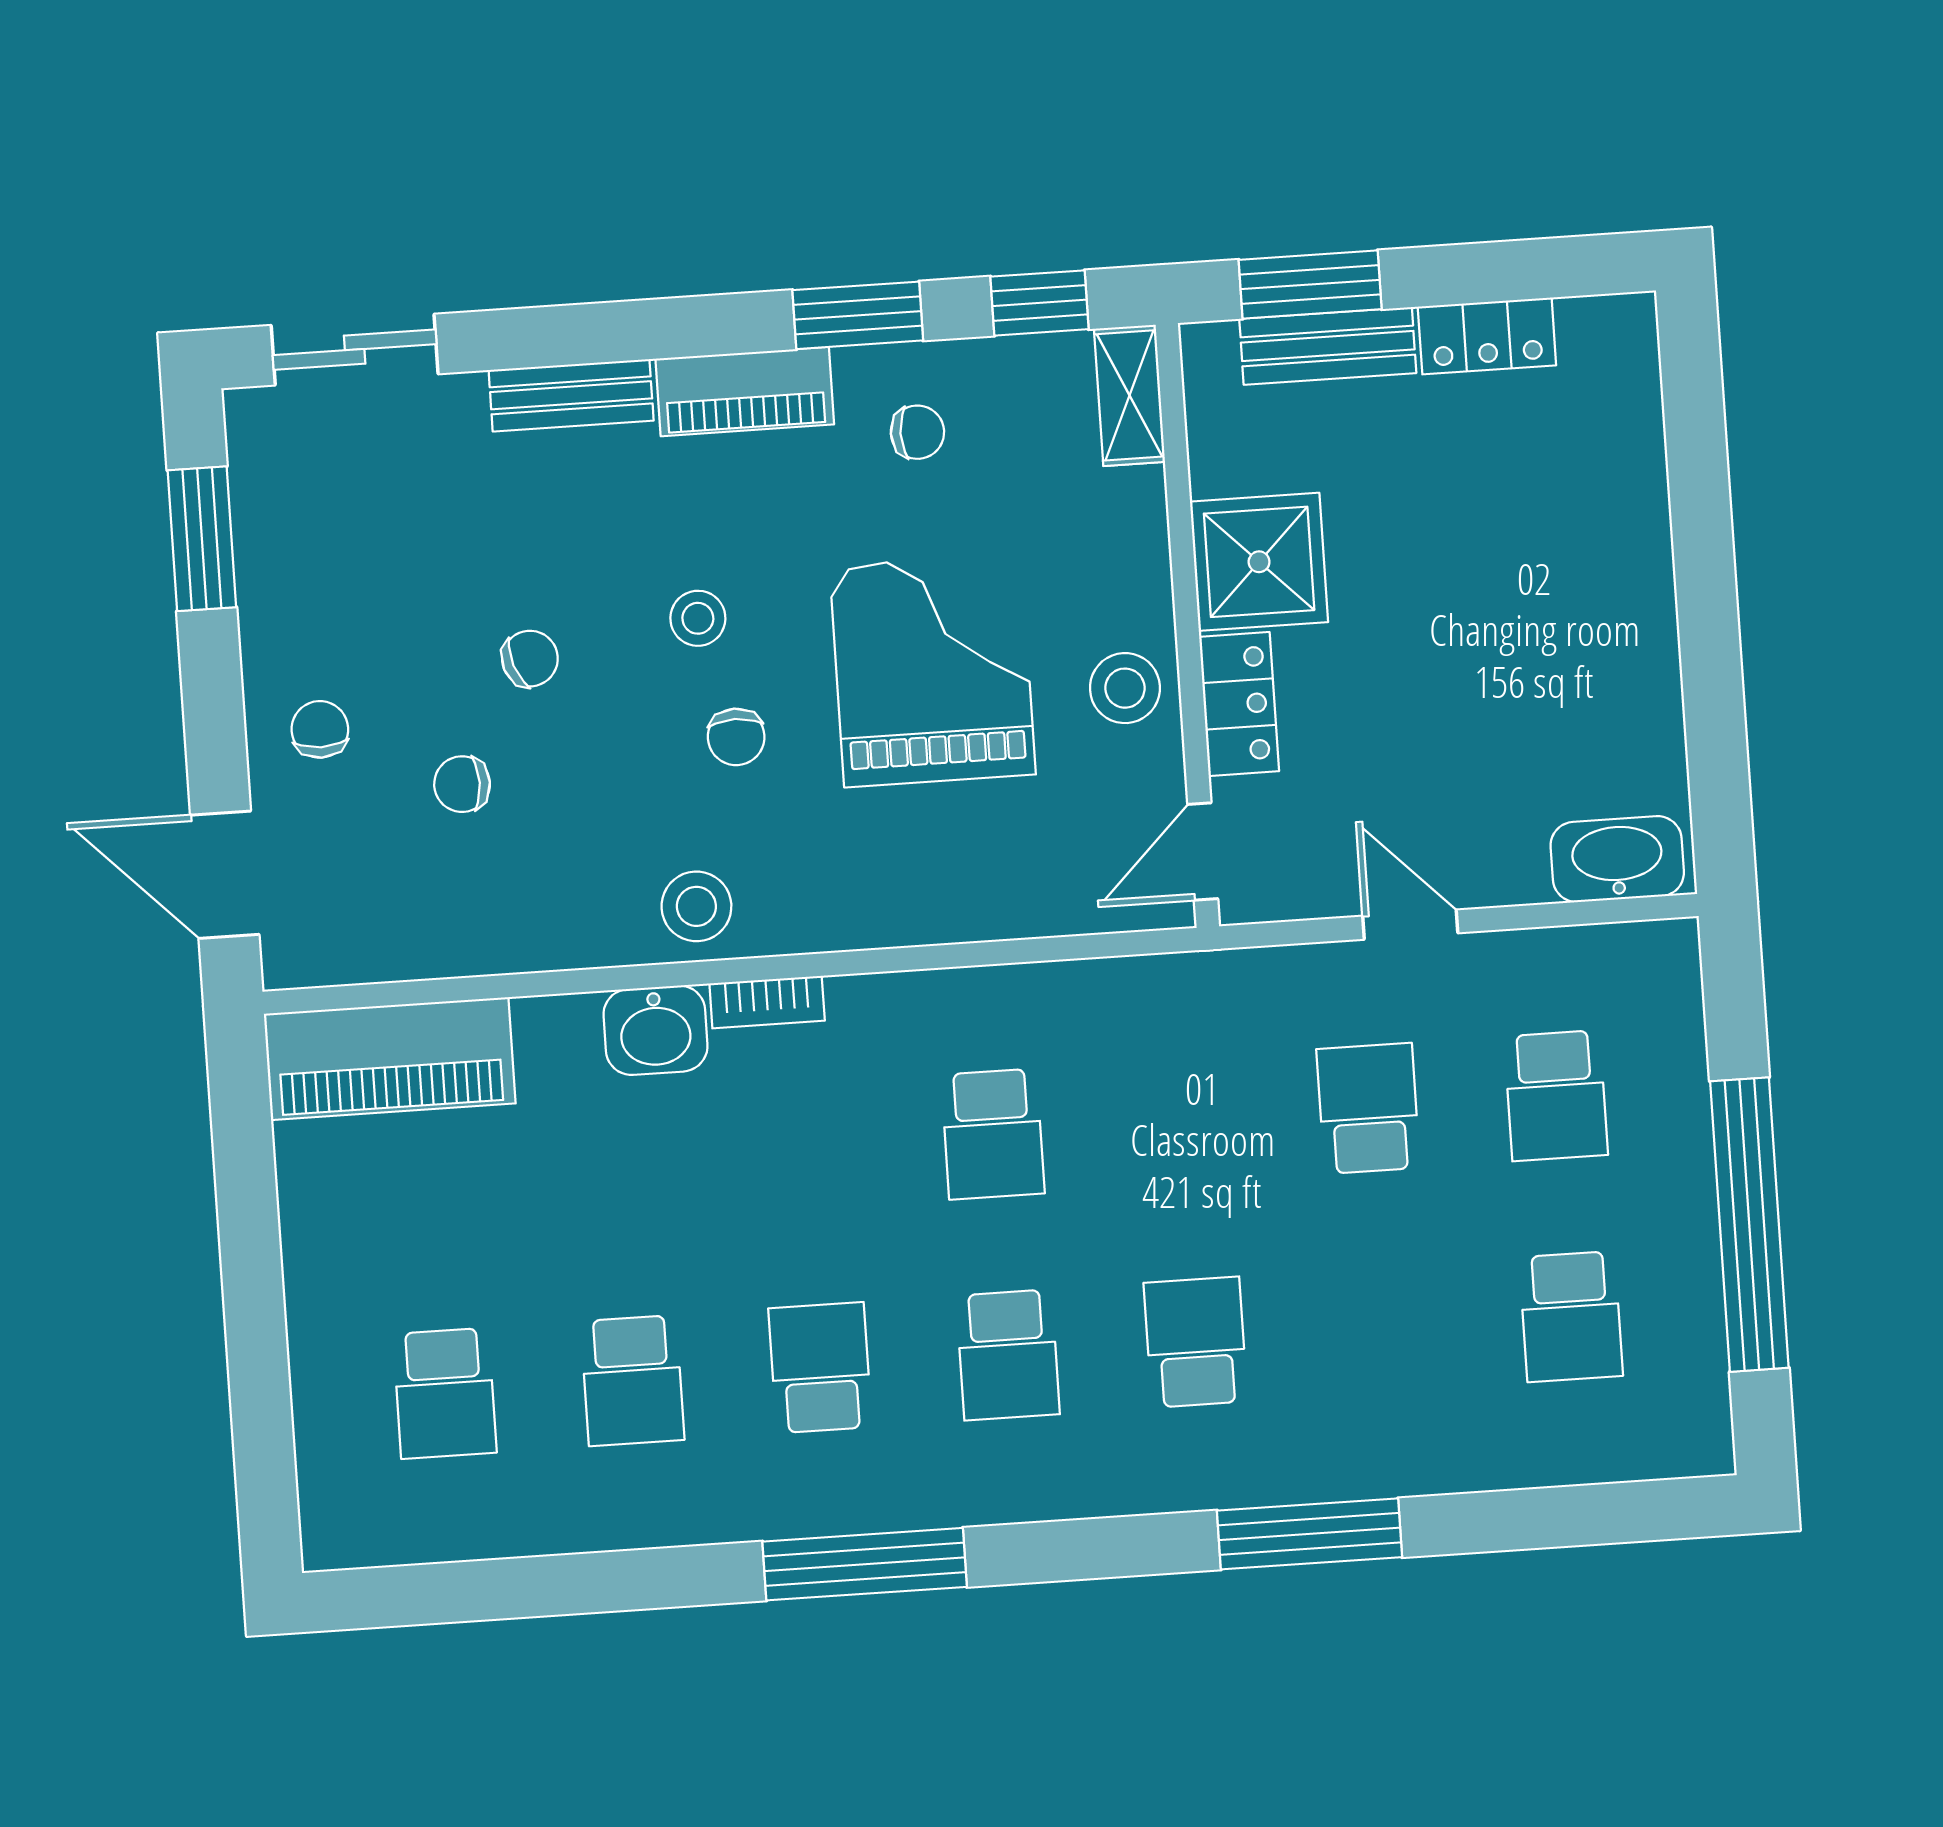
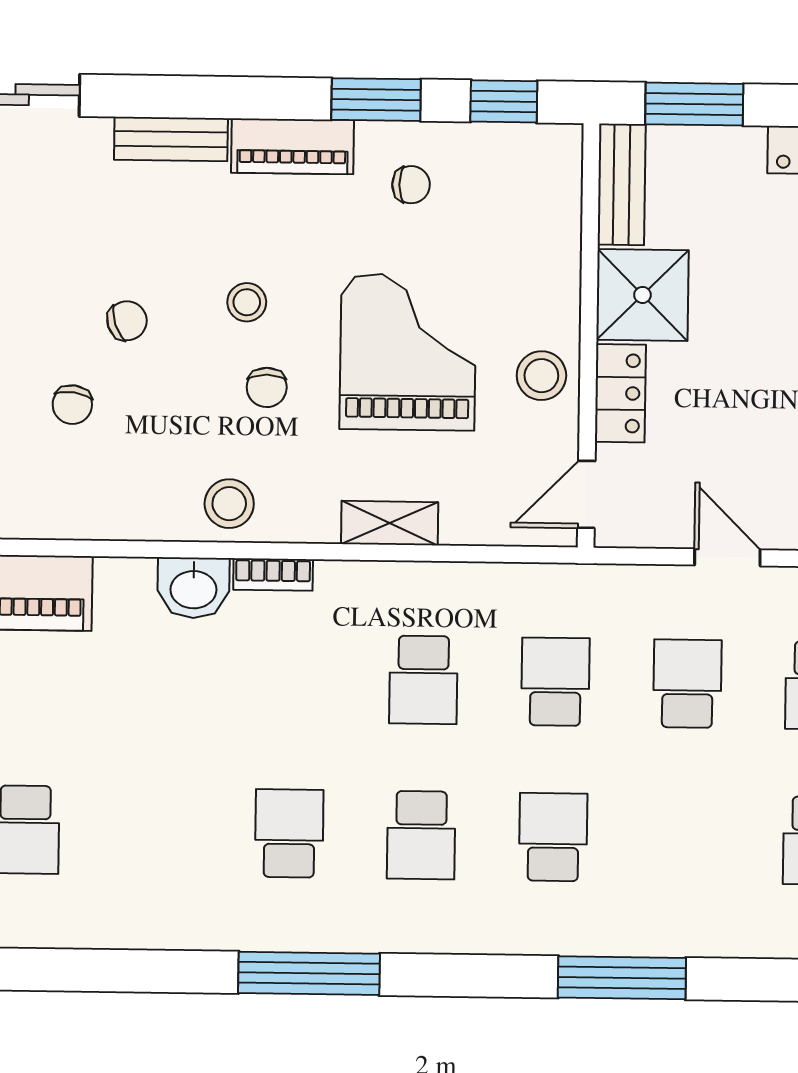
bench: (1328, 346) -> (622, 184), moved, turned 90
shelving: (1130, 395) -> (390, 523), moved, turned 90
chair: (462, 784) -> (72, 405), turned -82
school desk: (632, 1381) -> (555, 682), moved, turned 180

